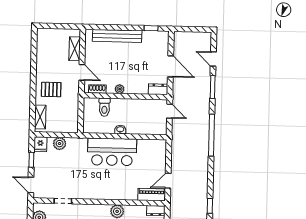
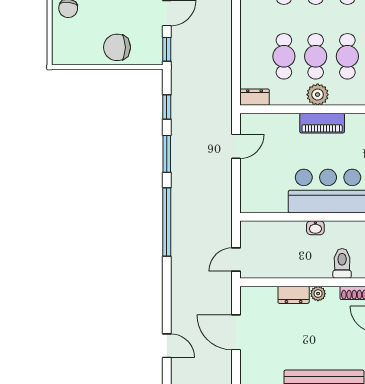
window: (213, 87) -> (167, 154), moved
dresser: (158, 89) -> (294, 295), moved
door: (170, 111) -> (236, 260), hinge flipped
piano: (152, 195) -> (322, 123), moved

